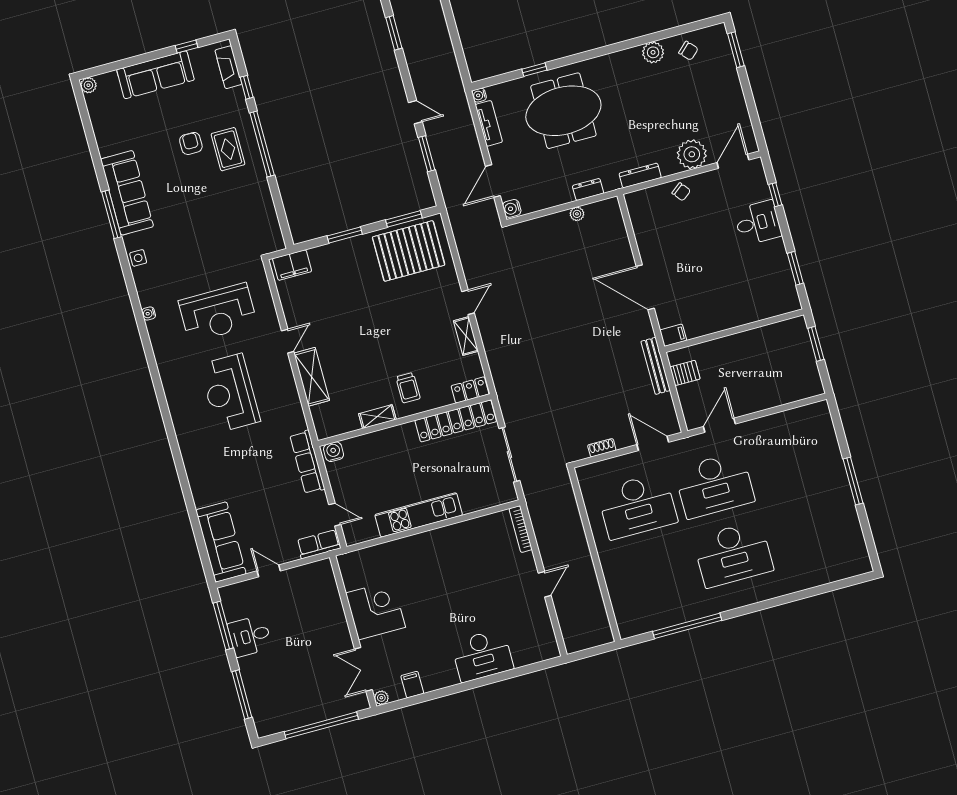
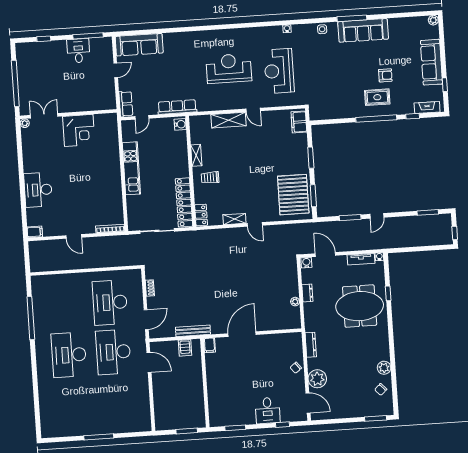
meeting table: (563, 111) -> (360, 306), turned 90
dresser: (588, 189) -> (307, 293), moved
filing cabinet: (412, 685) -> (35, 232), moved
window: (242, 694) -> (44, 39), width x0.46

